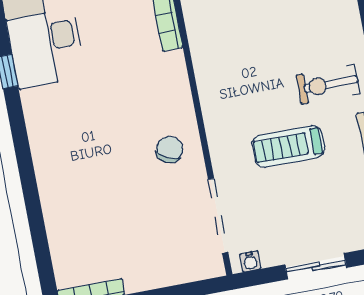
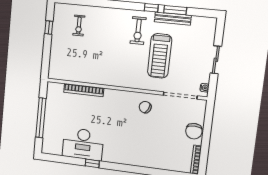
treadmill: (288, 146) -> (160, 56), width x1.37, depth x1.38
chair: (151, 269) -> (194, 131), added

